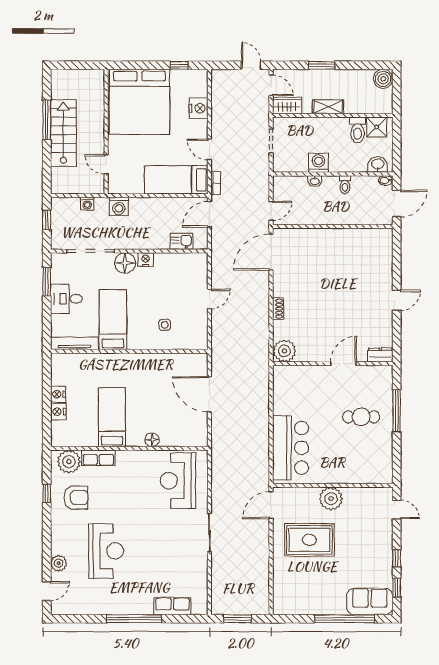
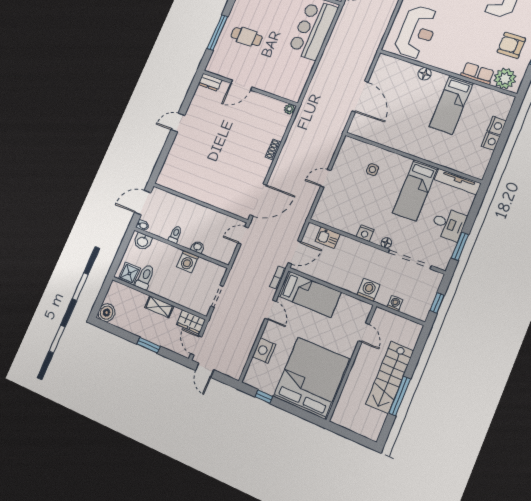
floor lamp: (125, 263) -> (386, 243), width x0.53, depth x0.53
plant: (284, 351) -> (289, 109), width x0.53, depth x0.53

